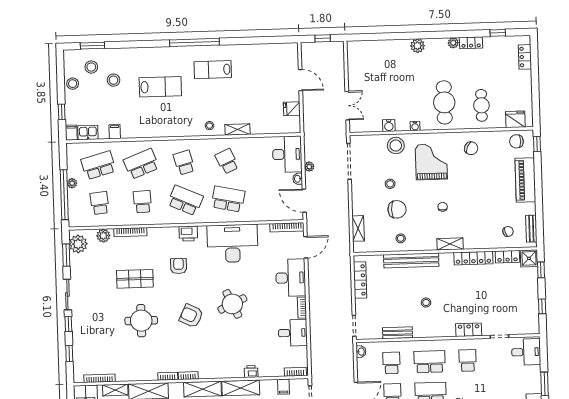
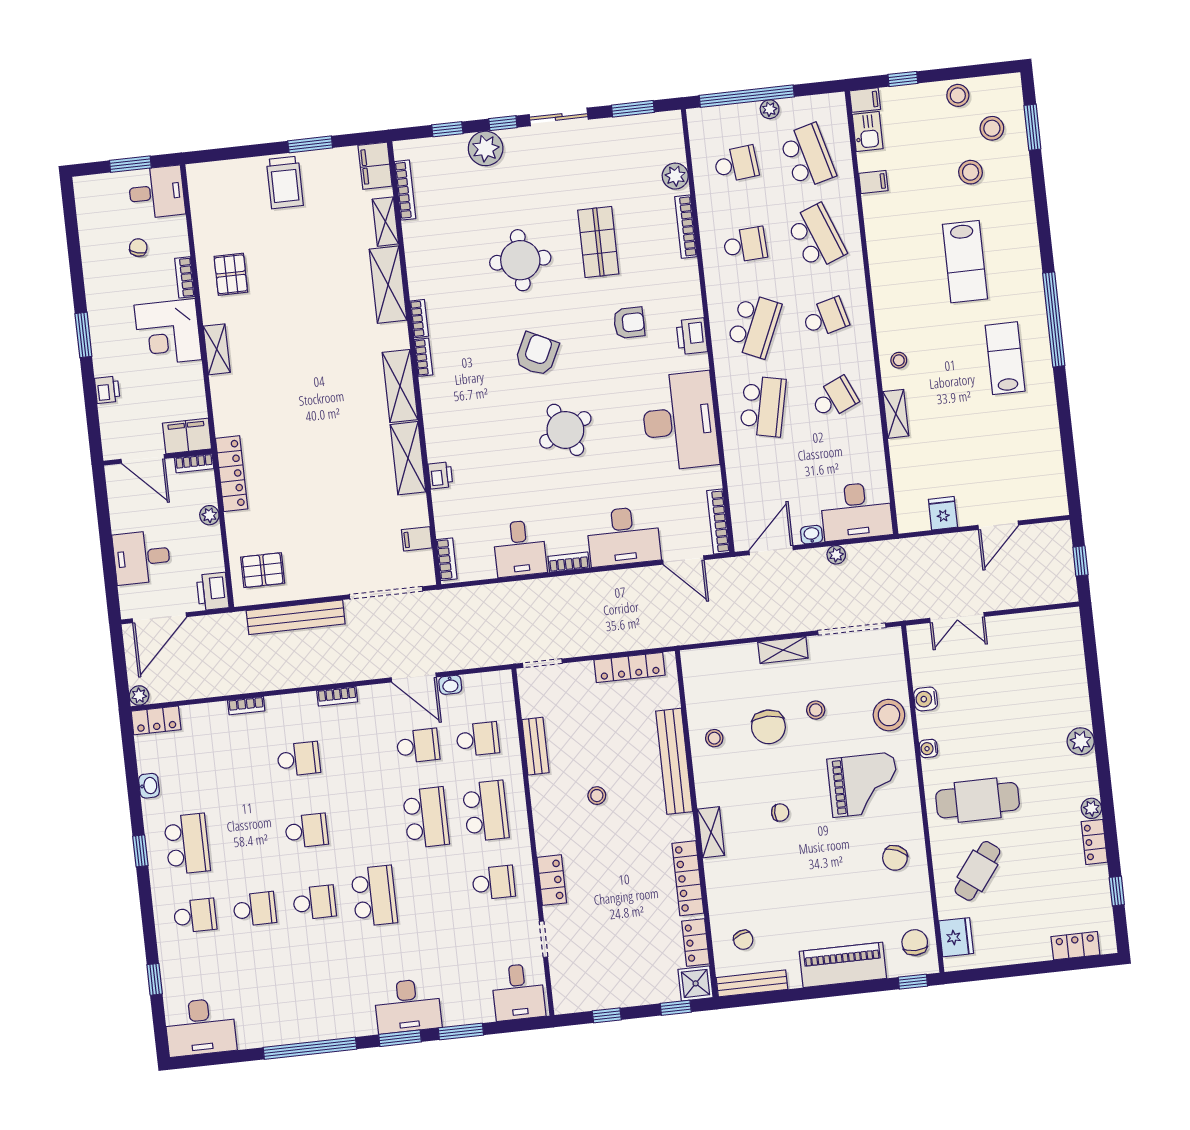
cafe table: (481, 105) -> (977, 871), turned -53
shelving: (358, 228) -> (783, 650), moved
bench: (531, 229) -> (752, 983), width x1.36
plant: (78, 244) -> (486, 148), moved
washbasin: (361, 352) -> (450, 685), moved

